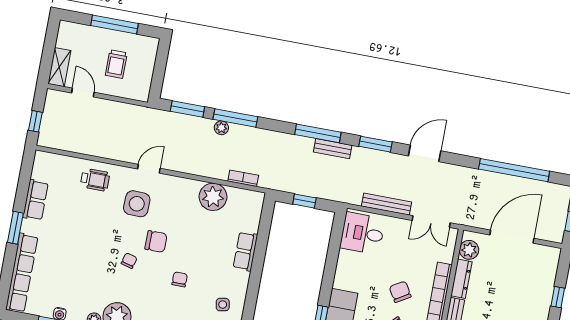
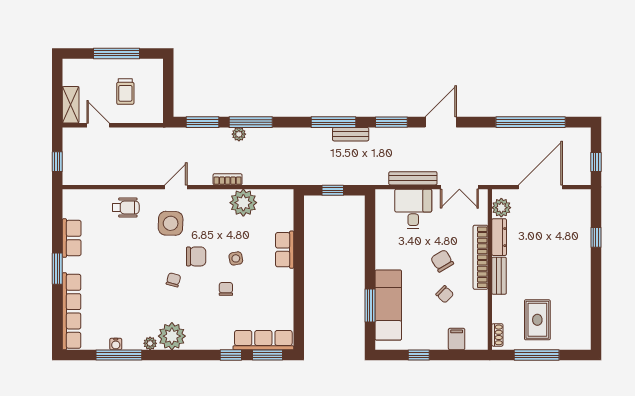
bookcase: (243, 178) -> (228, 179), moved
desk: (362, 233) -> (413, 209), moved, turned 90
side table: (223, 305) -> (236, 258), moved

